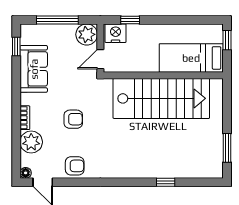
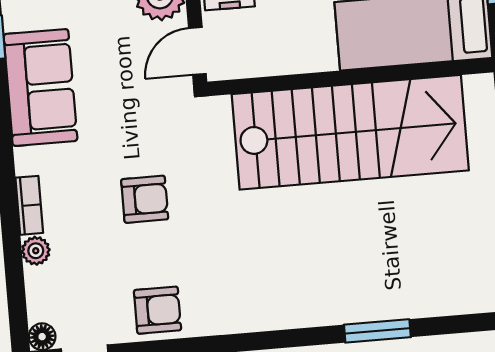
plant: (31, 142) -> (36, 251), width x0.53, depth x0.53
window: (166, 182) -> (377, 331), width x1.50

